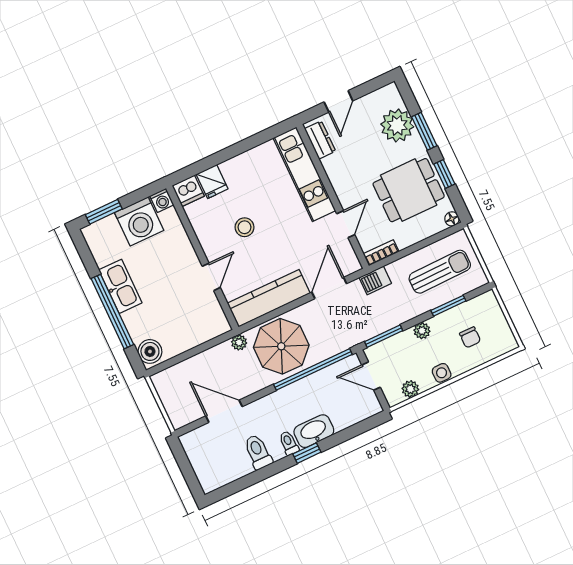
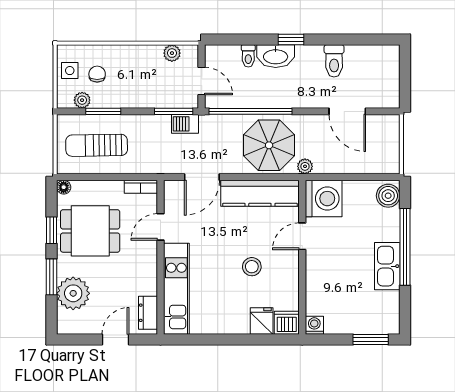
washing machine: (139, 221) -> (324, 199), moved, turned 90
barbecue: (375, 280) -> (185, 124), moved, turned 180
plant: (422, 331) -> (82, 100), moved
side table: (442, 373) -> (70, 71), moved
toilet: (289, 443) -> (248, 56), moved

